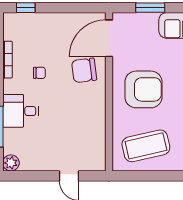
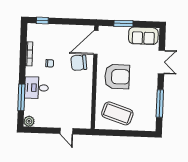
coffee table: (146, 146) -> (117, 113), turned 31

